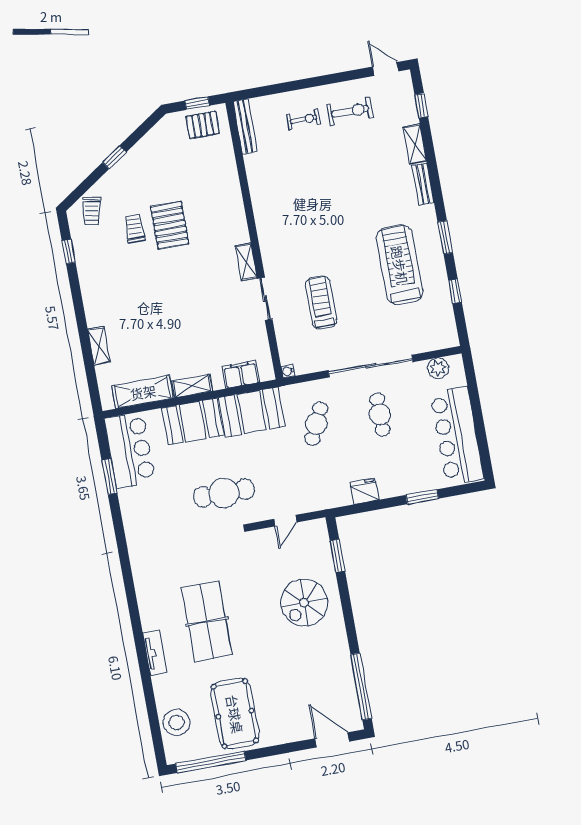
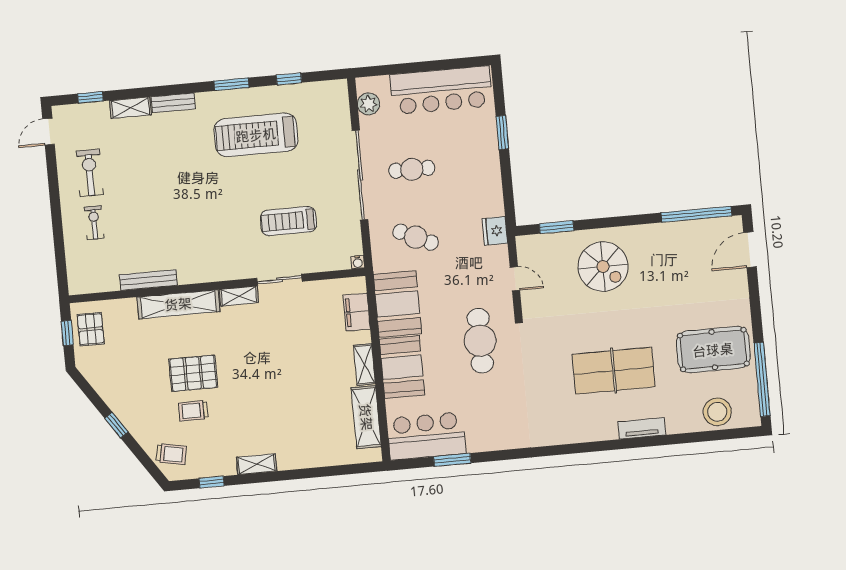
bench: (245, 127) -> (148, 280), moved
shelving: (233, 206) -> (178, 304), added
shelving: (99, 346) -> (257, 464), moved
fridge: (364, 491) -> (495, 231), moved

